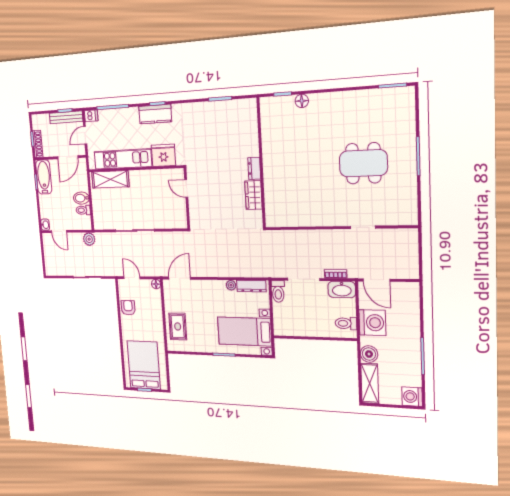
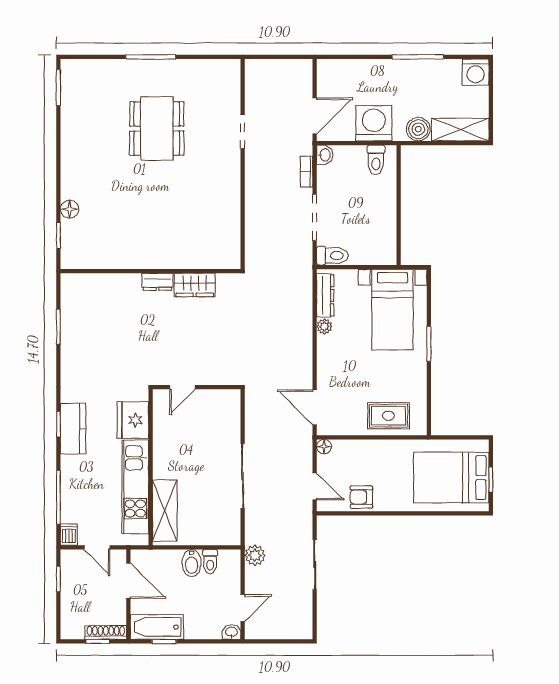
bench: (66, 117) -> (68, 578), removed
door: (132, 278) -> (315, 486), swing flipped
washbasin: (342, 289) -> (325, 155), width x0.52, depth x0.69

